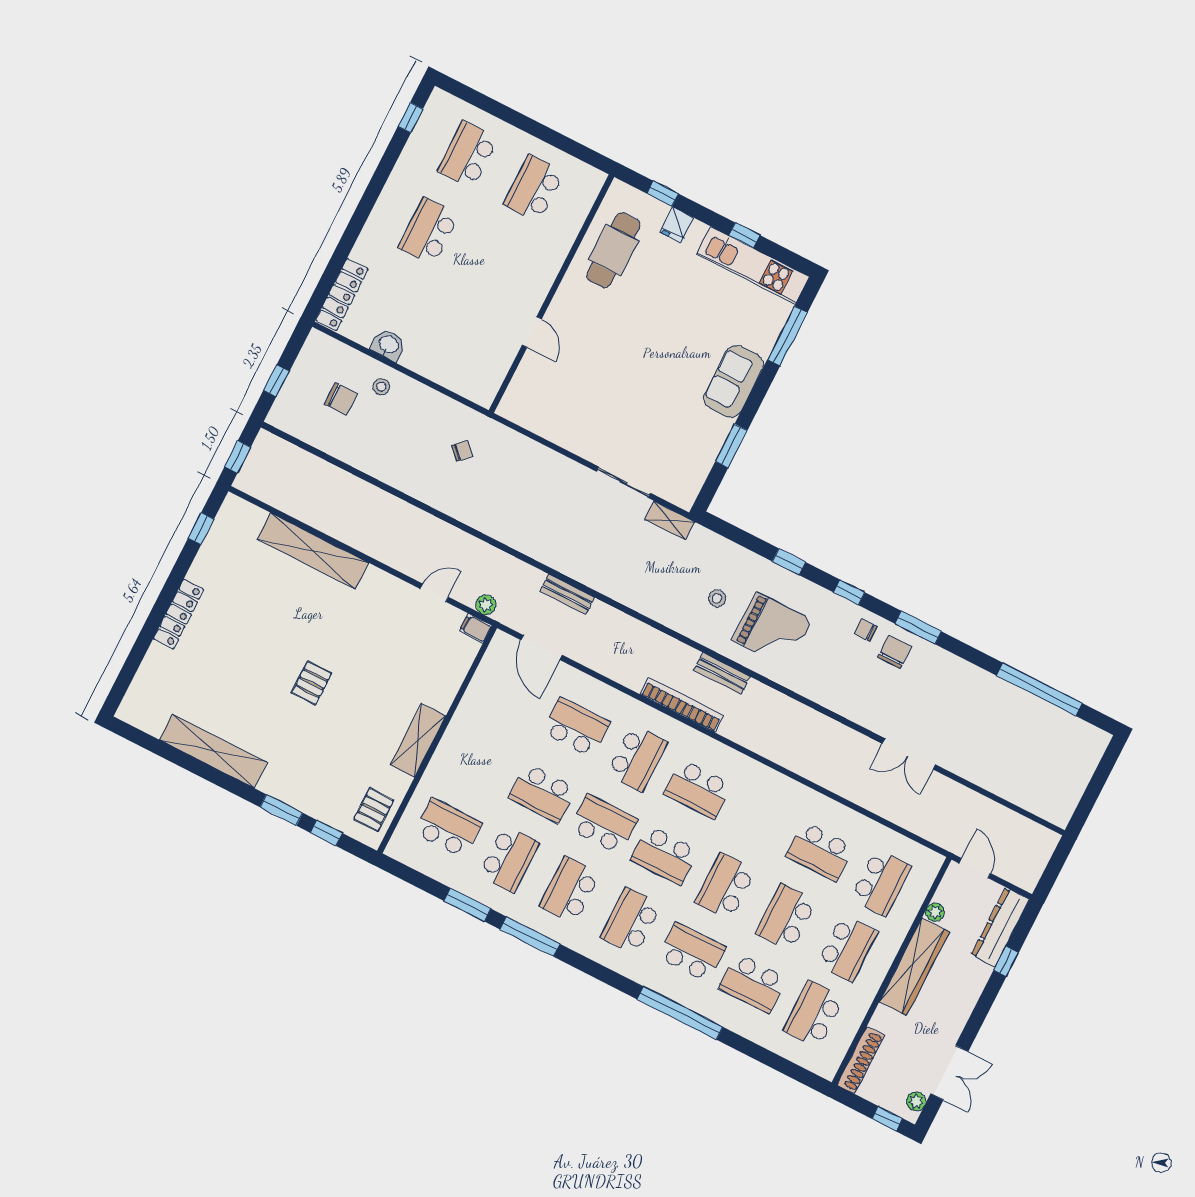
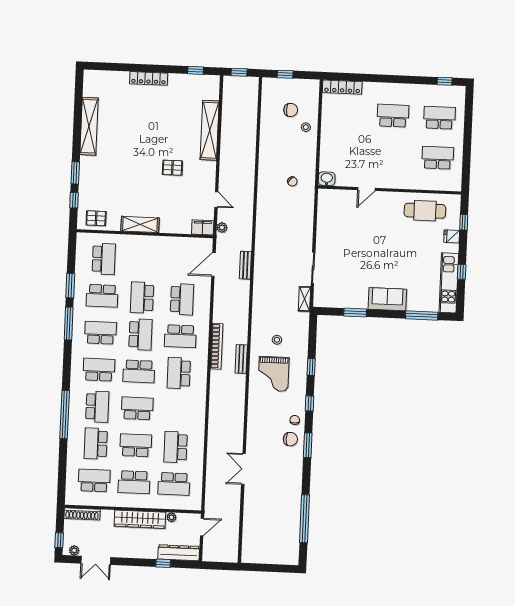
washbasin: (389, 345) -> (327, 179), moved, turned -90
chair: (341, 399) -> (291, 110), turned -90
filing cabinet: (476, 628) -> (203, 227), width x2.00
pallet: (312, 683) -> (172, 168), moved
school desk: (664, 855) -> (139, 371), turned -90

